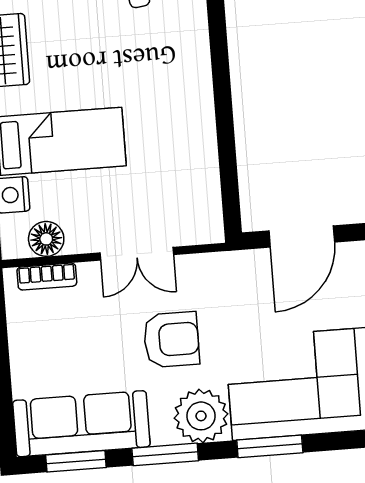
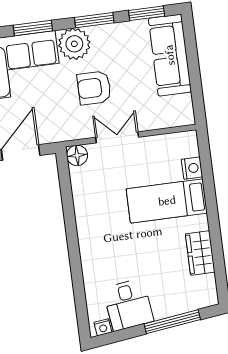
floor lamp: (46, 239) -> (77, 155), moved
bookcase: (47, 277) -> (169, 121), removed
sofa: (81, 424) -> (170, 55), moved, turned 90

